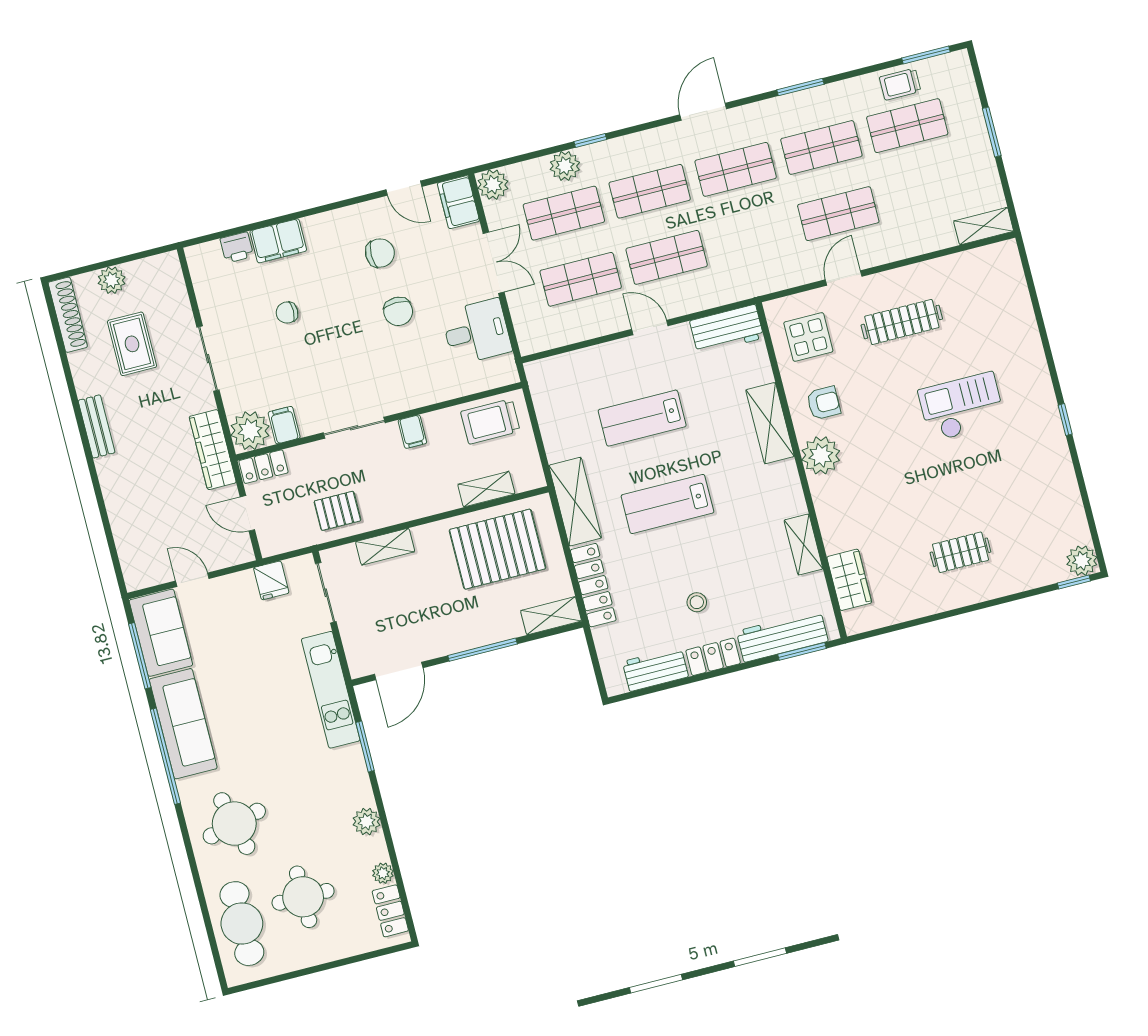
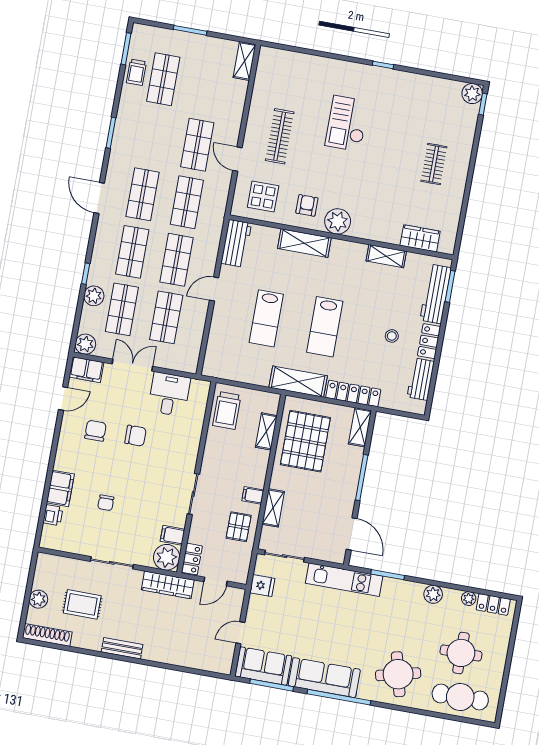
shop shelf: (821, 147) -> (187, 202), moved
filing cabinet: (412, 432) -> (253, 495), moved, turned 180

